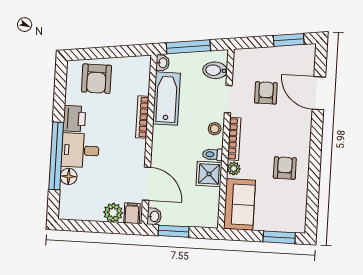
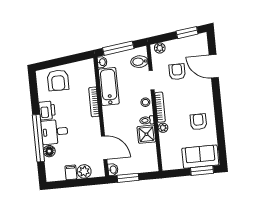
plant: (247, 56) -> (160, 48), added
sofa: (239, 204) -> (200, 157), moved, turned -90
filing cabinet: (132, 213) -> (71, 172), moved

